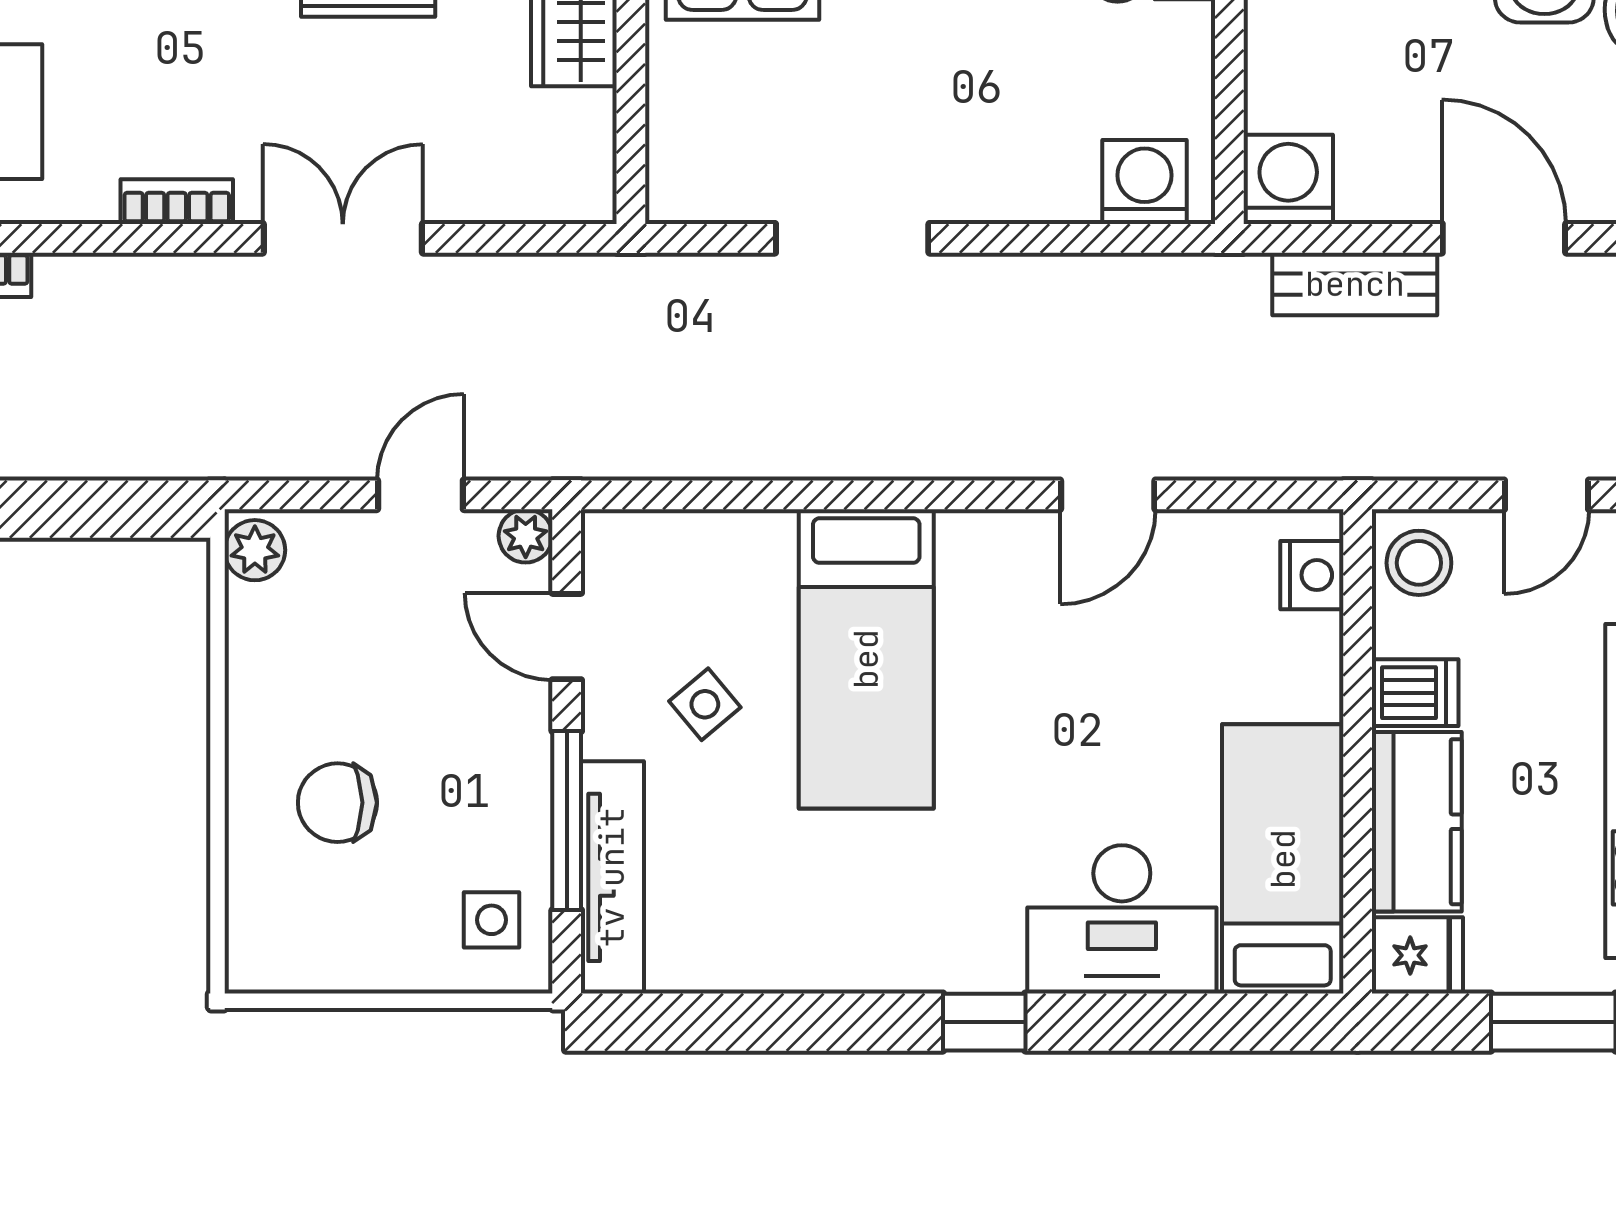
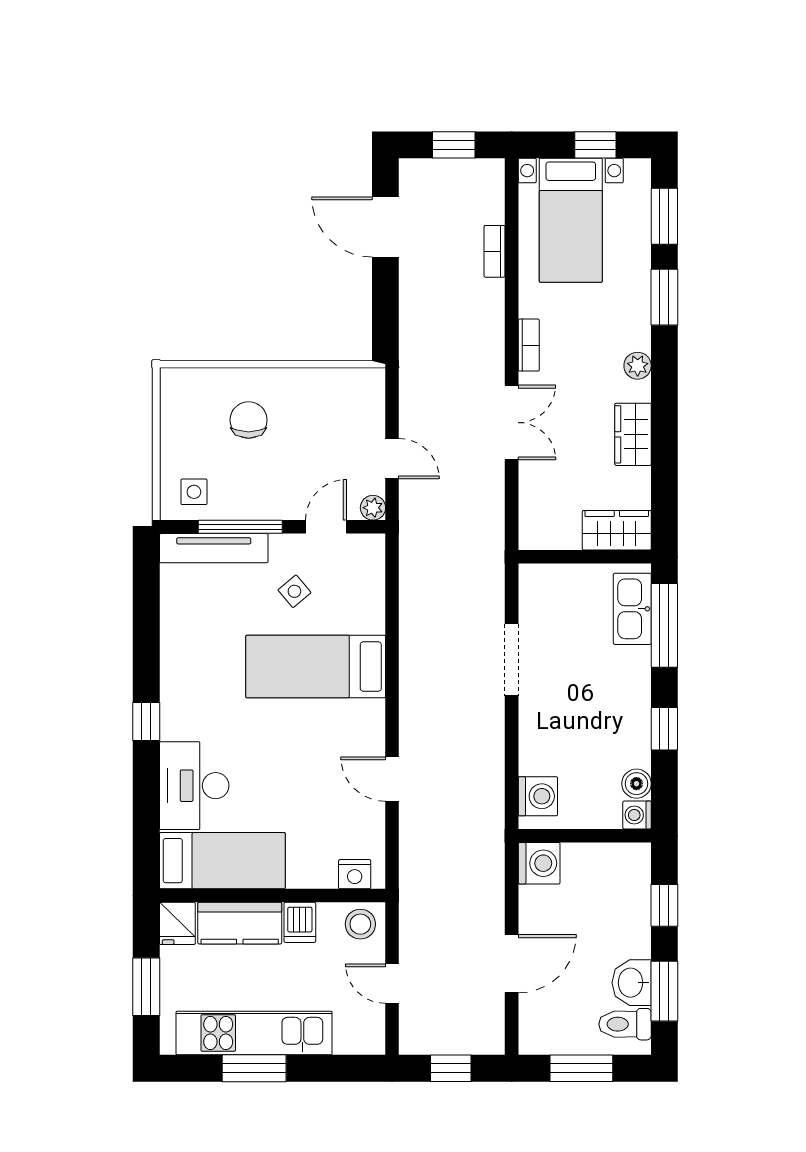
bench: (1355, 284) -> (490, 894), removed
plant: (255, 550) -> (366, 382), removed

